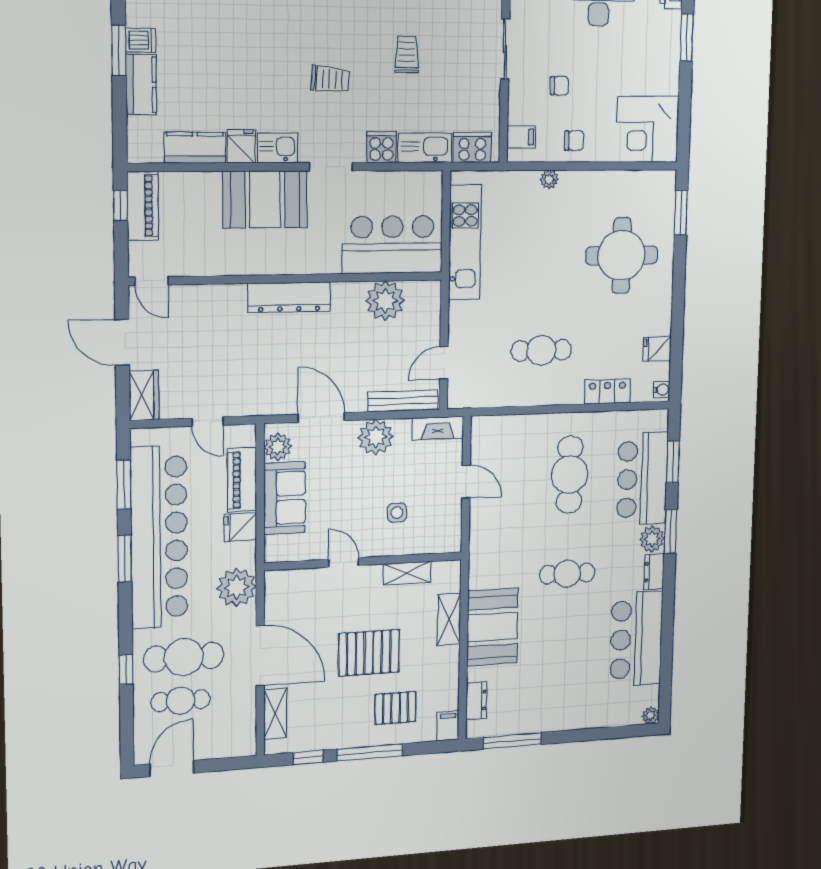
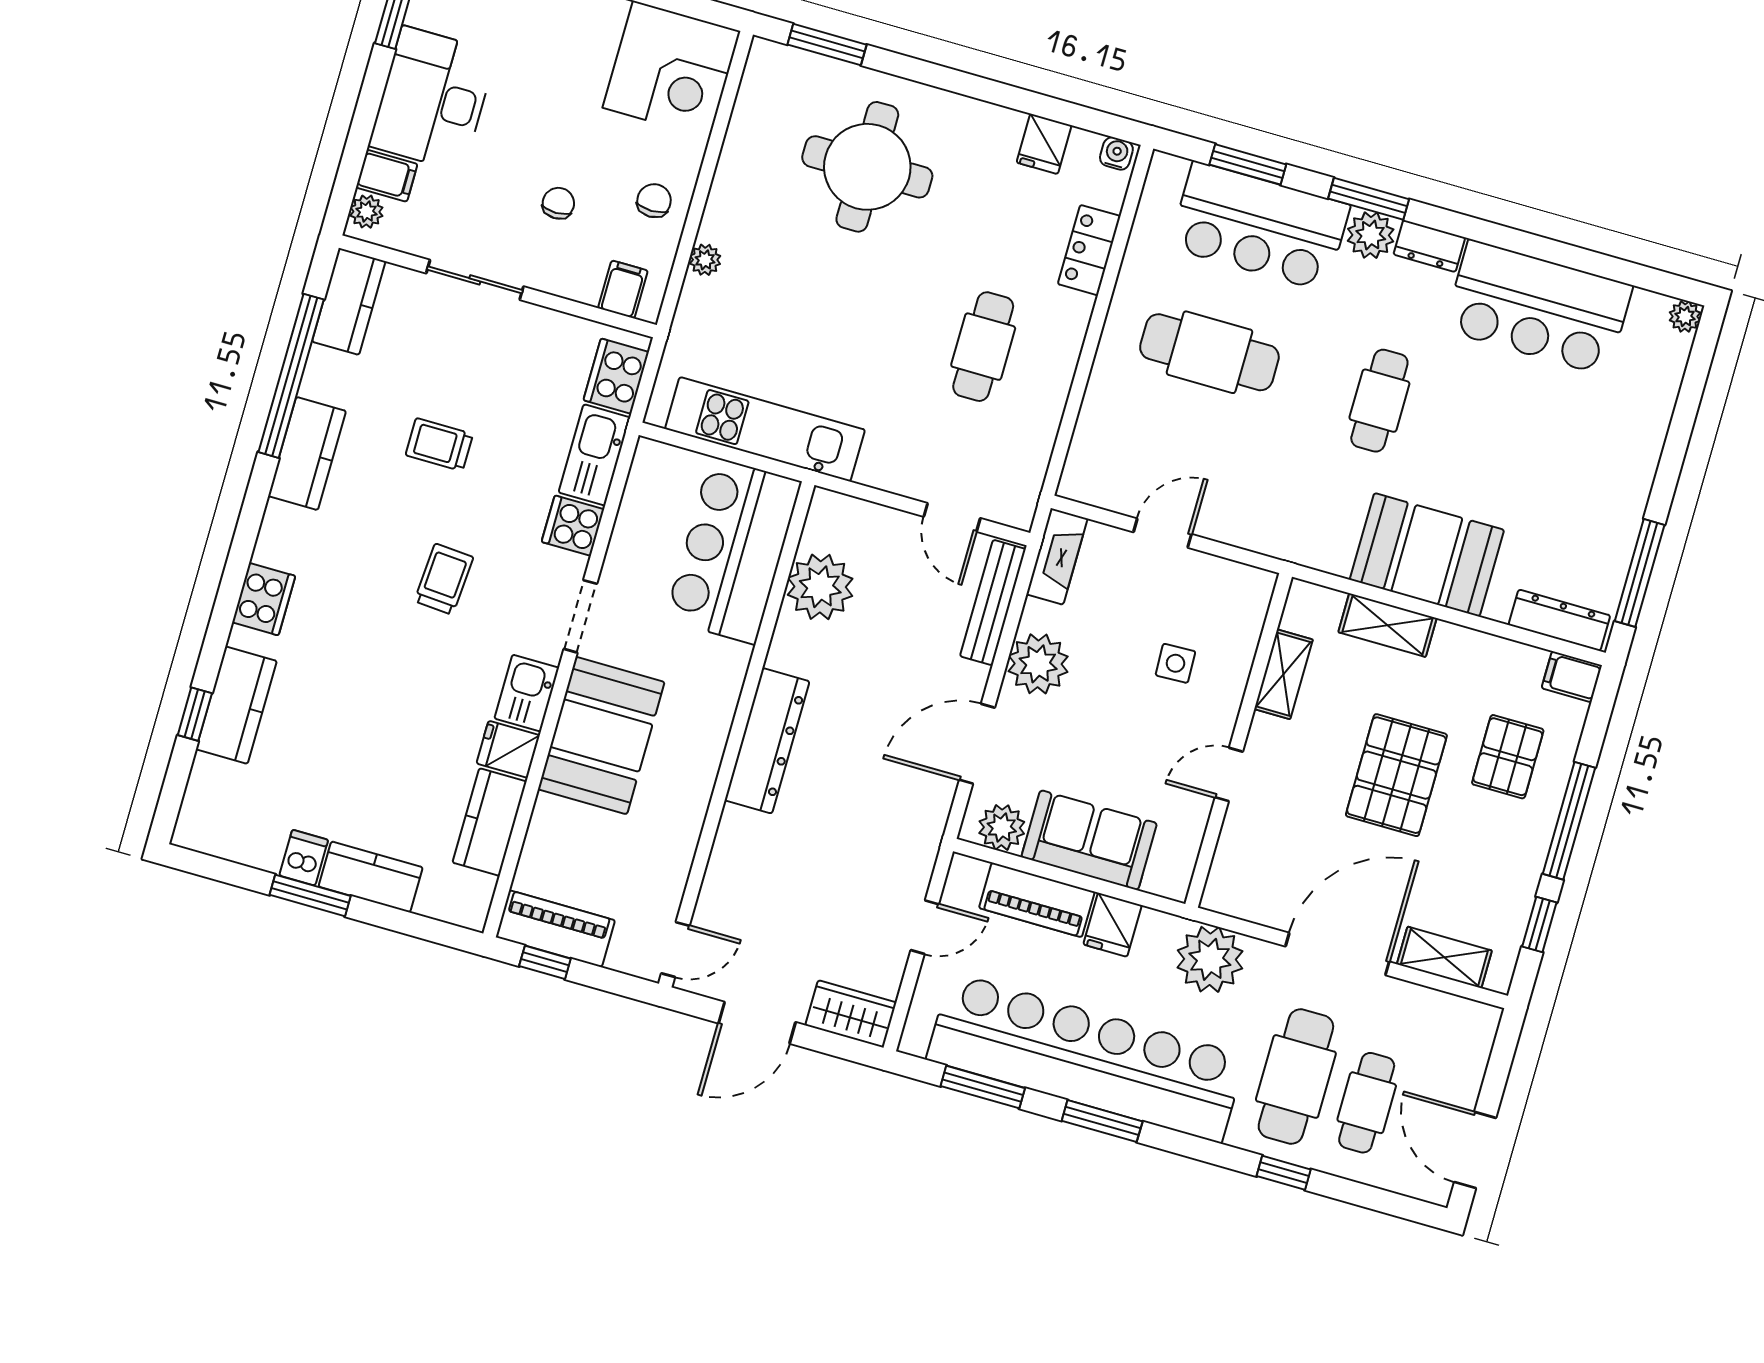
dresser: (476, 701) -> (1559, 620), width x1.44

